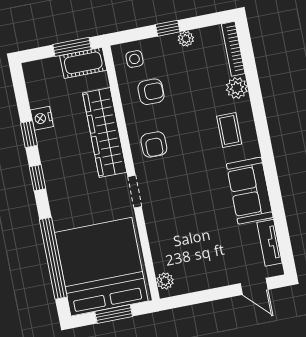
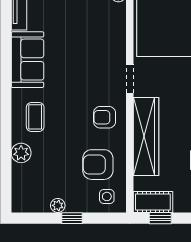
window: (72, 47) -> (160, 218), width x0.67
bookcase: (233, 49) -> (17, 188), removed
armchair: (151, 92) -> (98, 165), width x1.38, depth x1.38
armchair: (154, 144) -> (105, 117), turned -90

